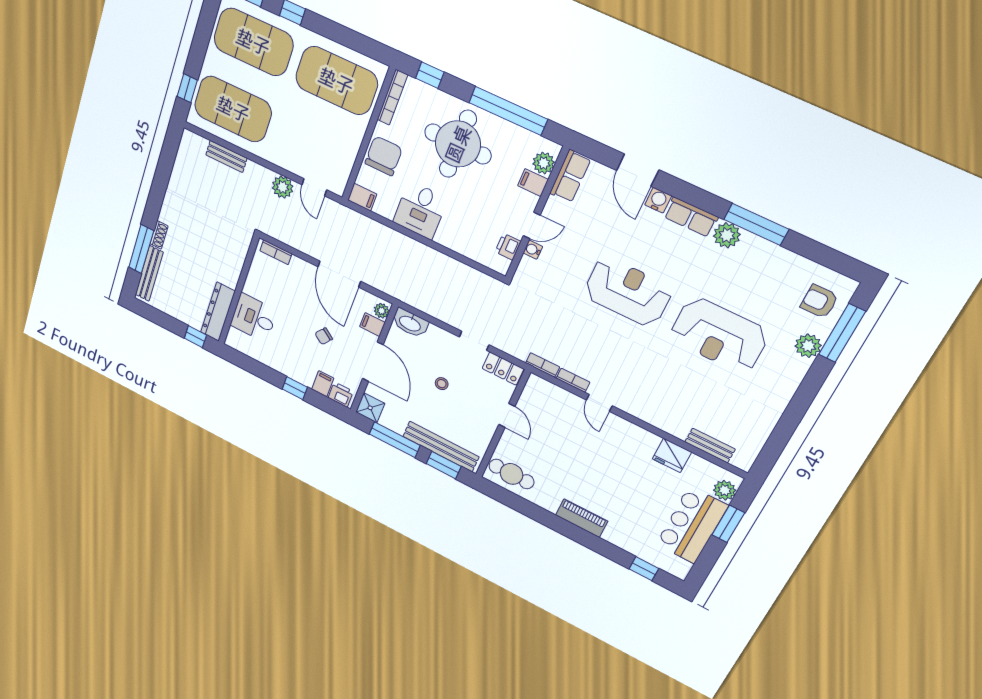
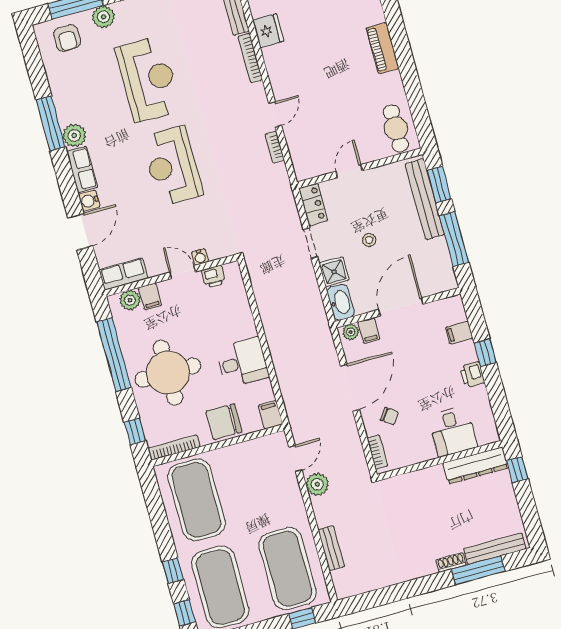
chair: (324, 336) -> (389, 416), moved
bookcase: (543, 365) -> (250, 58), moved, width x1.56
printer: (341, 395) -> (472, 375), moved
shower: (370, 408) -> (334, 272), moved

